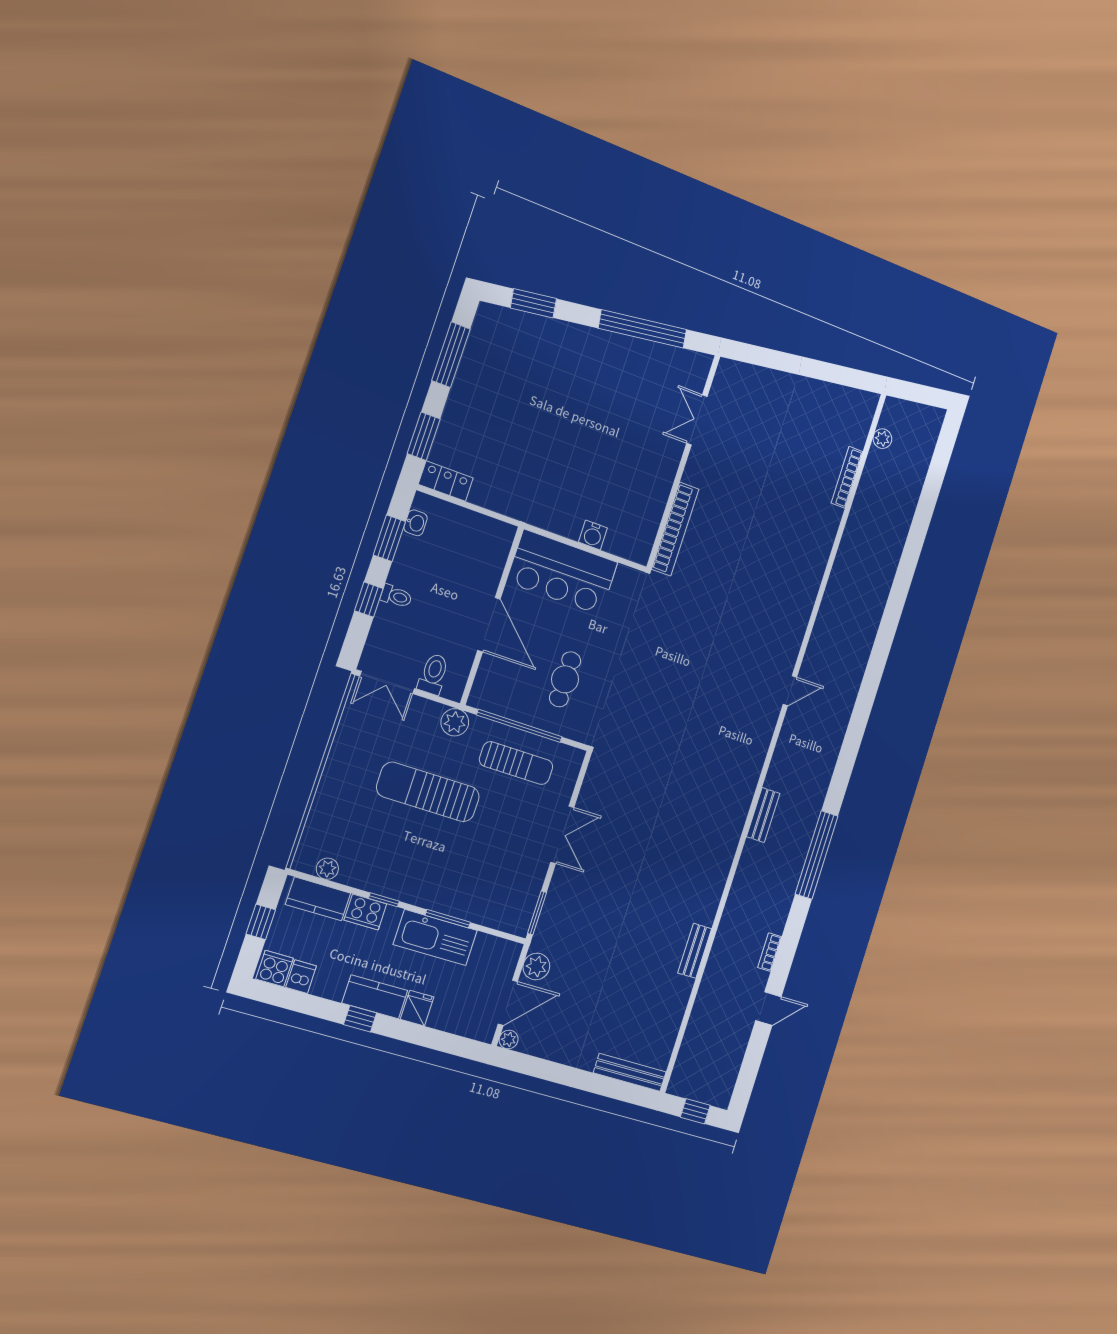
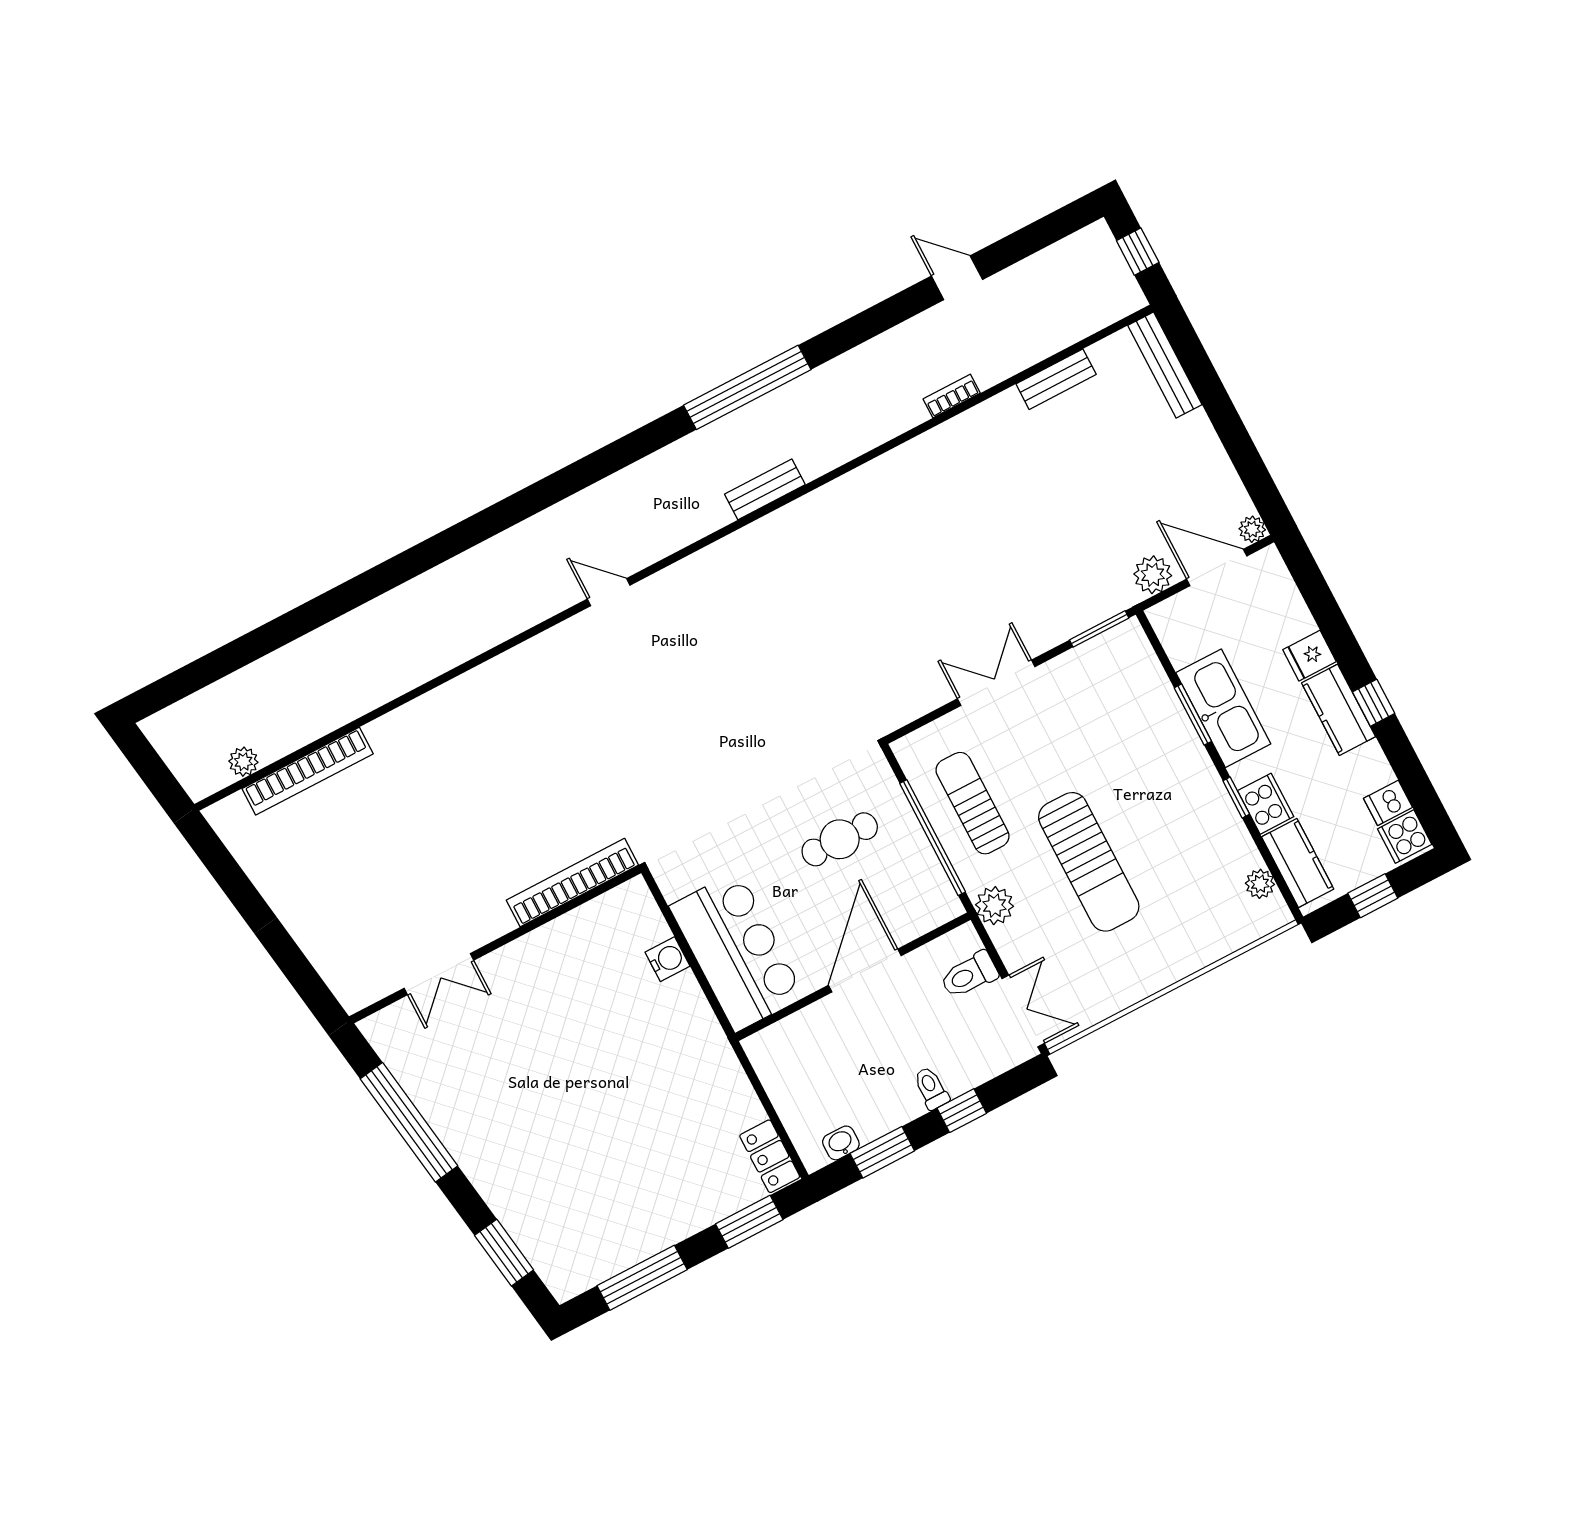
bookcase: (847, 477) -> (308, 771), width x1.48, depth x1.31
bench: (695, 951) -> (1056, 379), moved
bookcase: (770, 952) -> (952, 396), moved, turned 180

